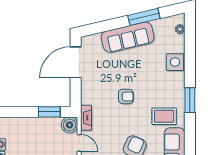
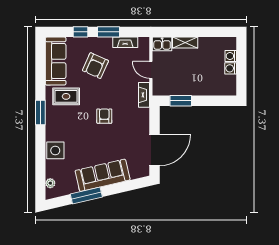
armchair: (126, 96) -> (104, 116), turned 90
boiler: (70, 125) -> (160, 88), removed

